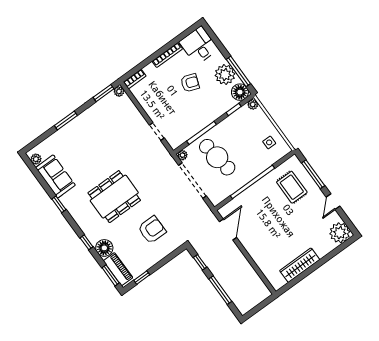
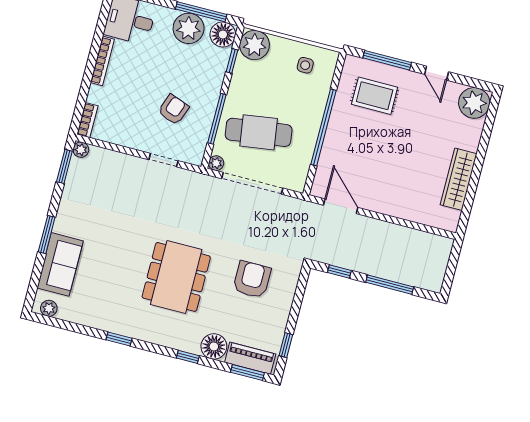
armchair: (190, 83) -> (173, 110), moved
plant: (253, 104) -> (254, 45), width x1.88, depth x1.88
sofa: (55, 176) -> (60, 264), moved, turned 90

